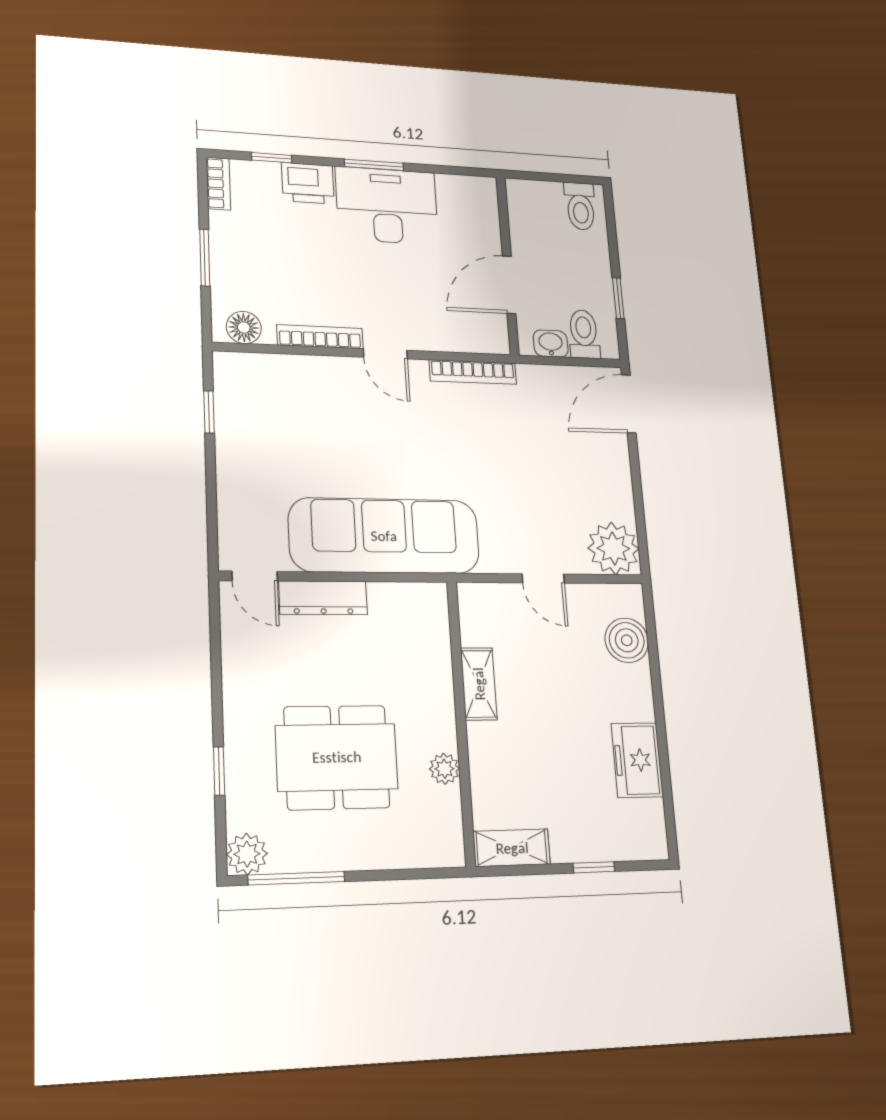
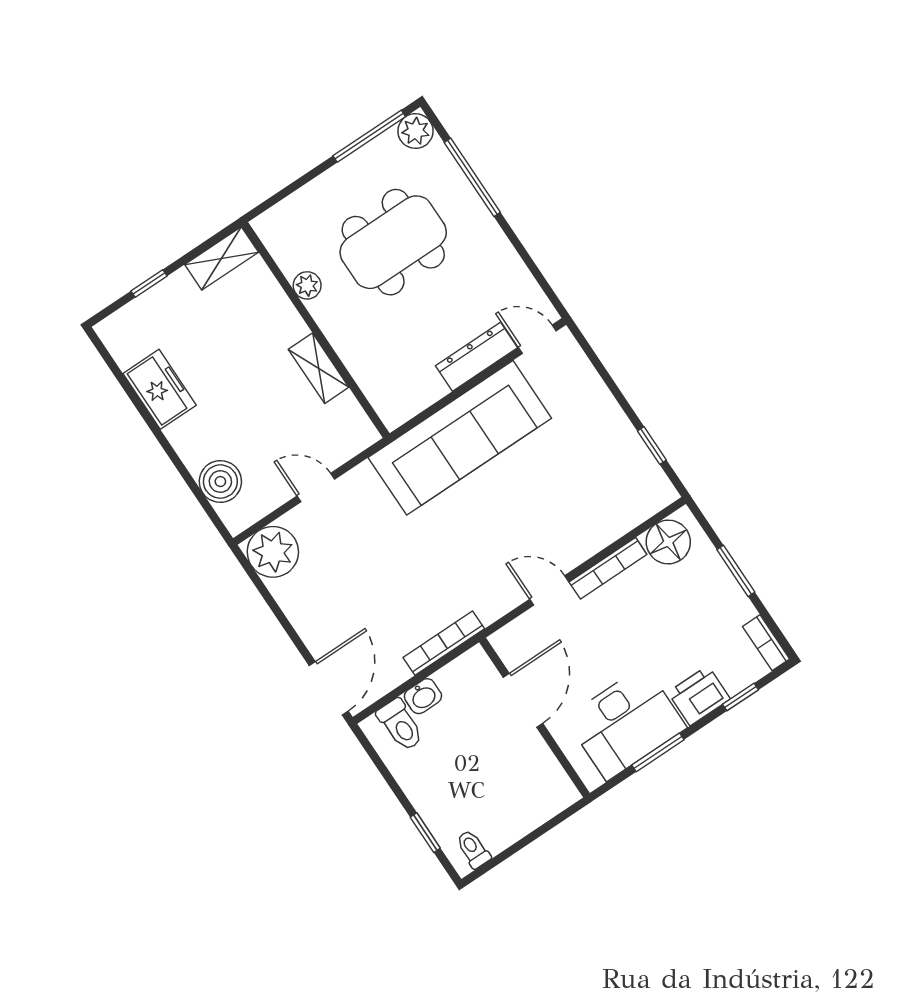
toilet: (580, 206) -> (473, 849), width x0.73, depth x0.72
wall: (508, 265) -> (534, 718), moved
door: (509, 285) -> (523, 700), moved
window: (618, 298) -> (425, 833), moved
floor lamp: (244, 328) -> (668, 542), width x1.38, depth x1.38
bookcase: (473, 372) -> (444, 643), moved
window: (219, 771) -> (472, 177), width x2.17

